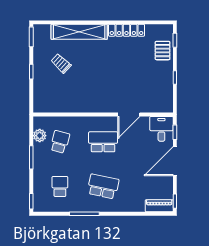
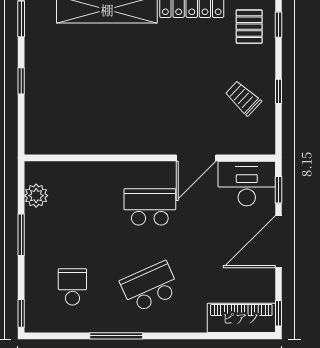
pallet: (163, 51) -> (249, 27), moved
trolley: (61, 63) -> (243, 98), moved
desk: (161, 129) -> (247, 183), width x1.37
school desk: (60, 142) -> (72, 207), removed
school desk: (103, 186) -> (150, 287), turned -36
piano: (159, 206) -> (241, 318), width x1.37, depth x1.33

